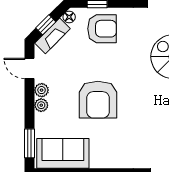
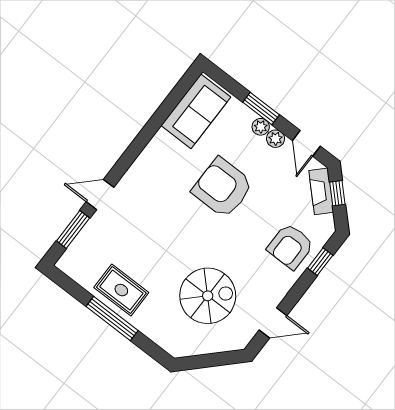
floor lamp: (69, 17) -> (327, 223), removed
door: (30, 68) -> (306, 143), swing flipped
window: (30, 143) -> (261, 108), moved

